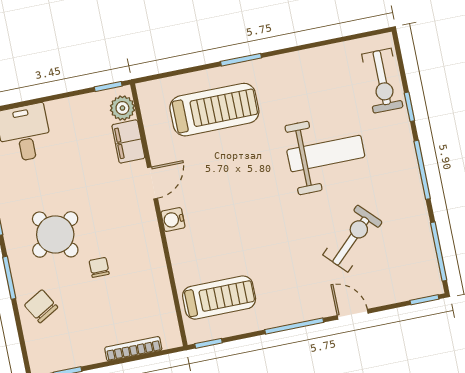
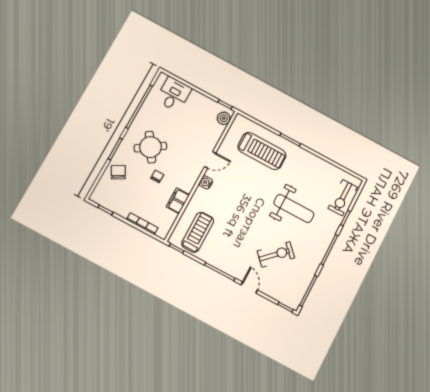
filing cabinet: (128, 141) -> (178, 201), moved
treadmill: (219, 298) -> (198, 232), turned -90

